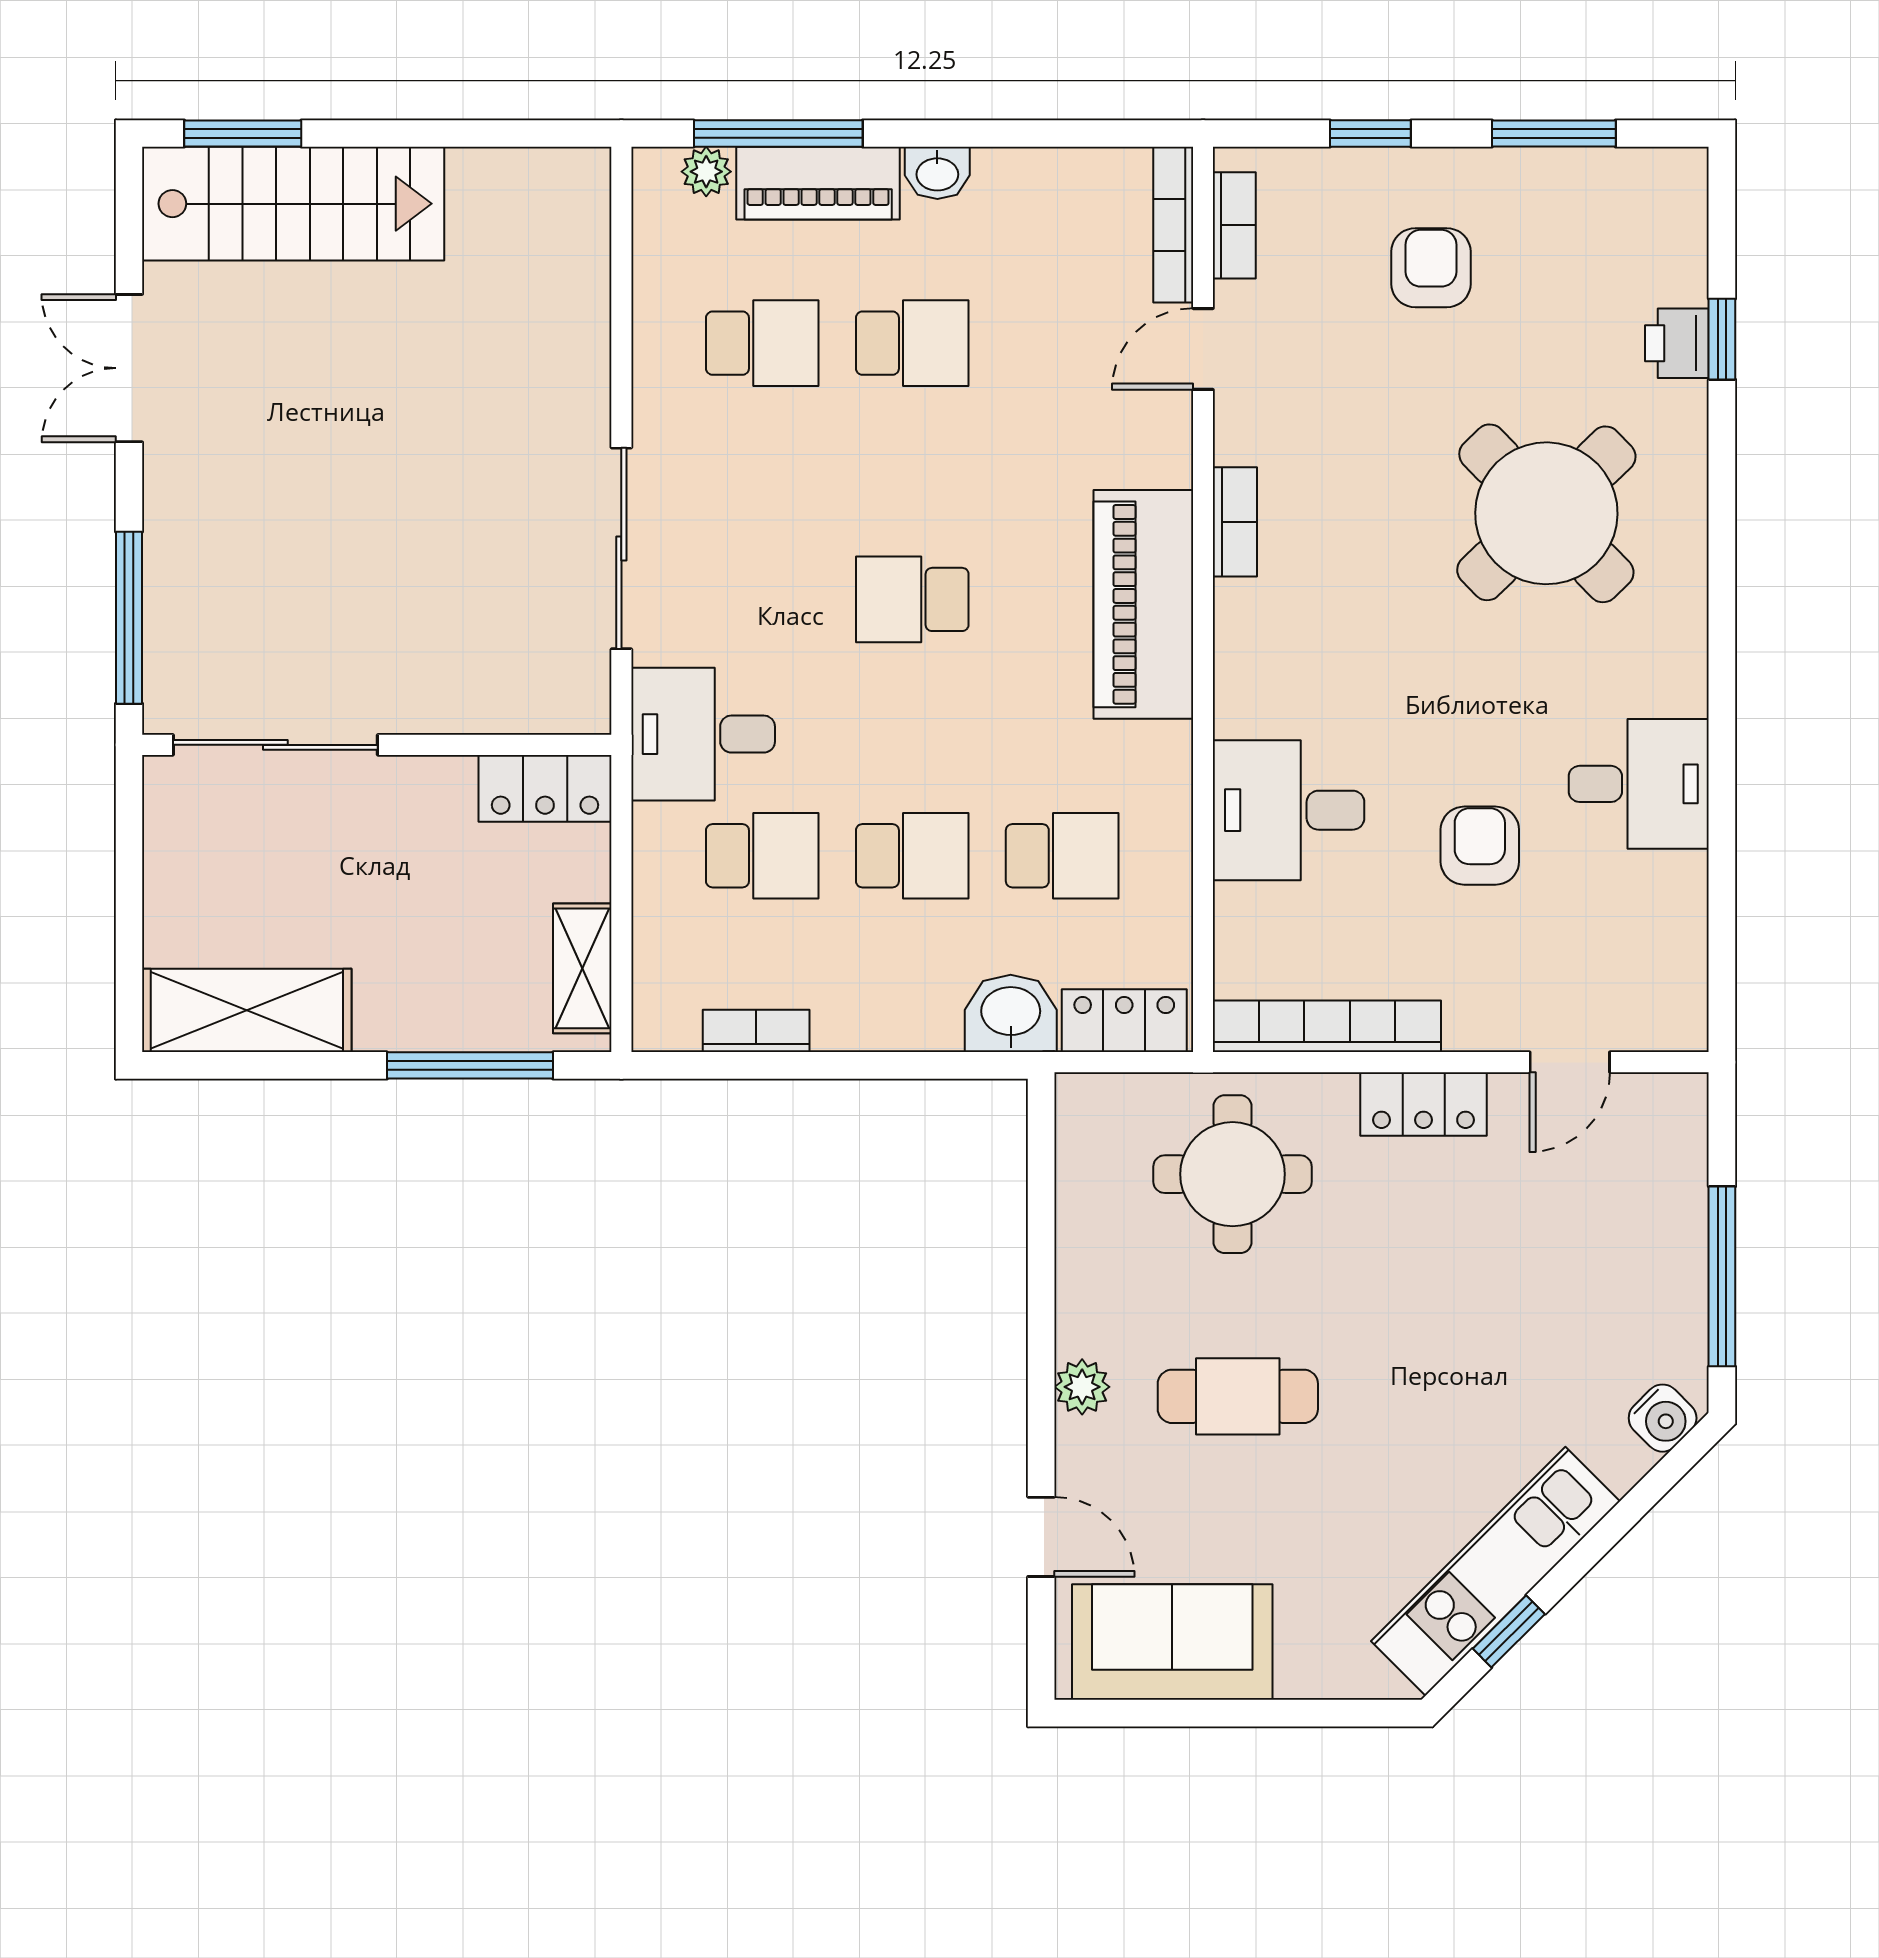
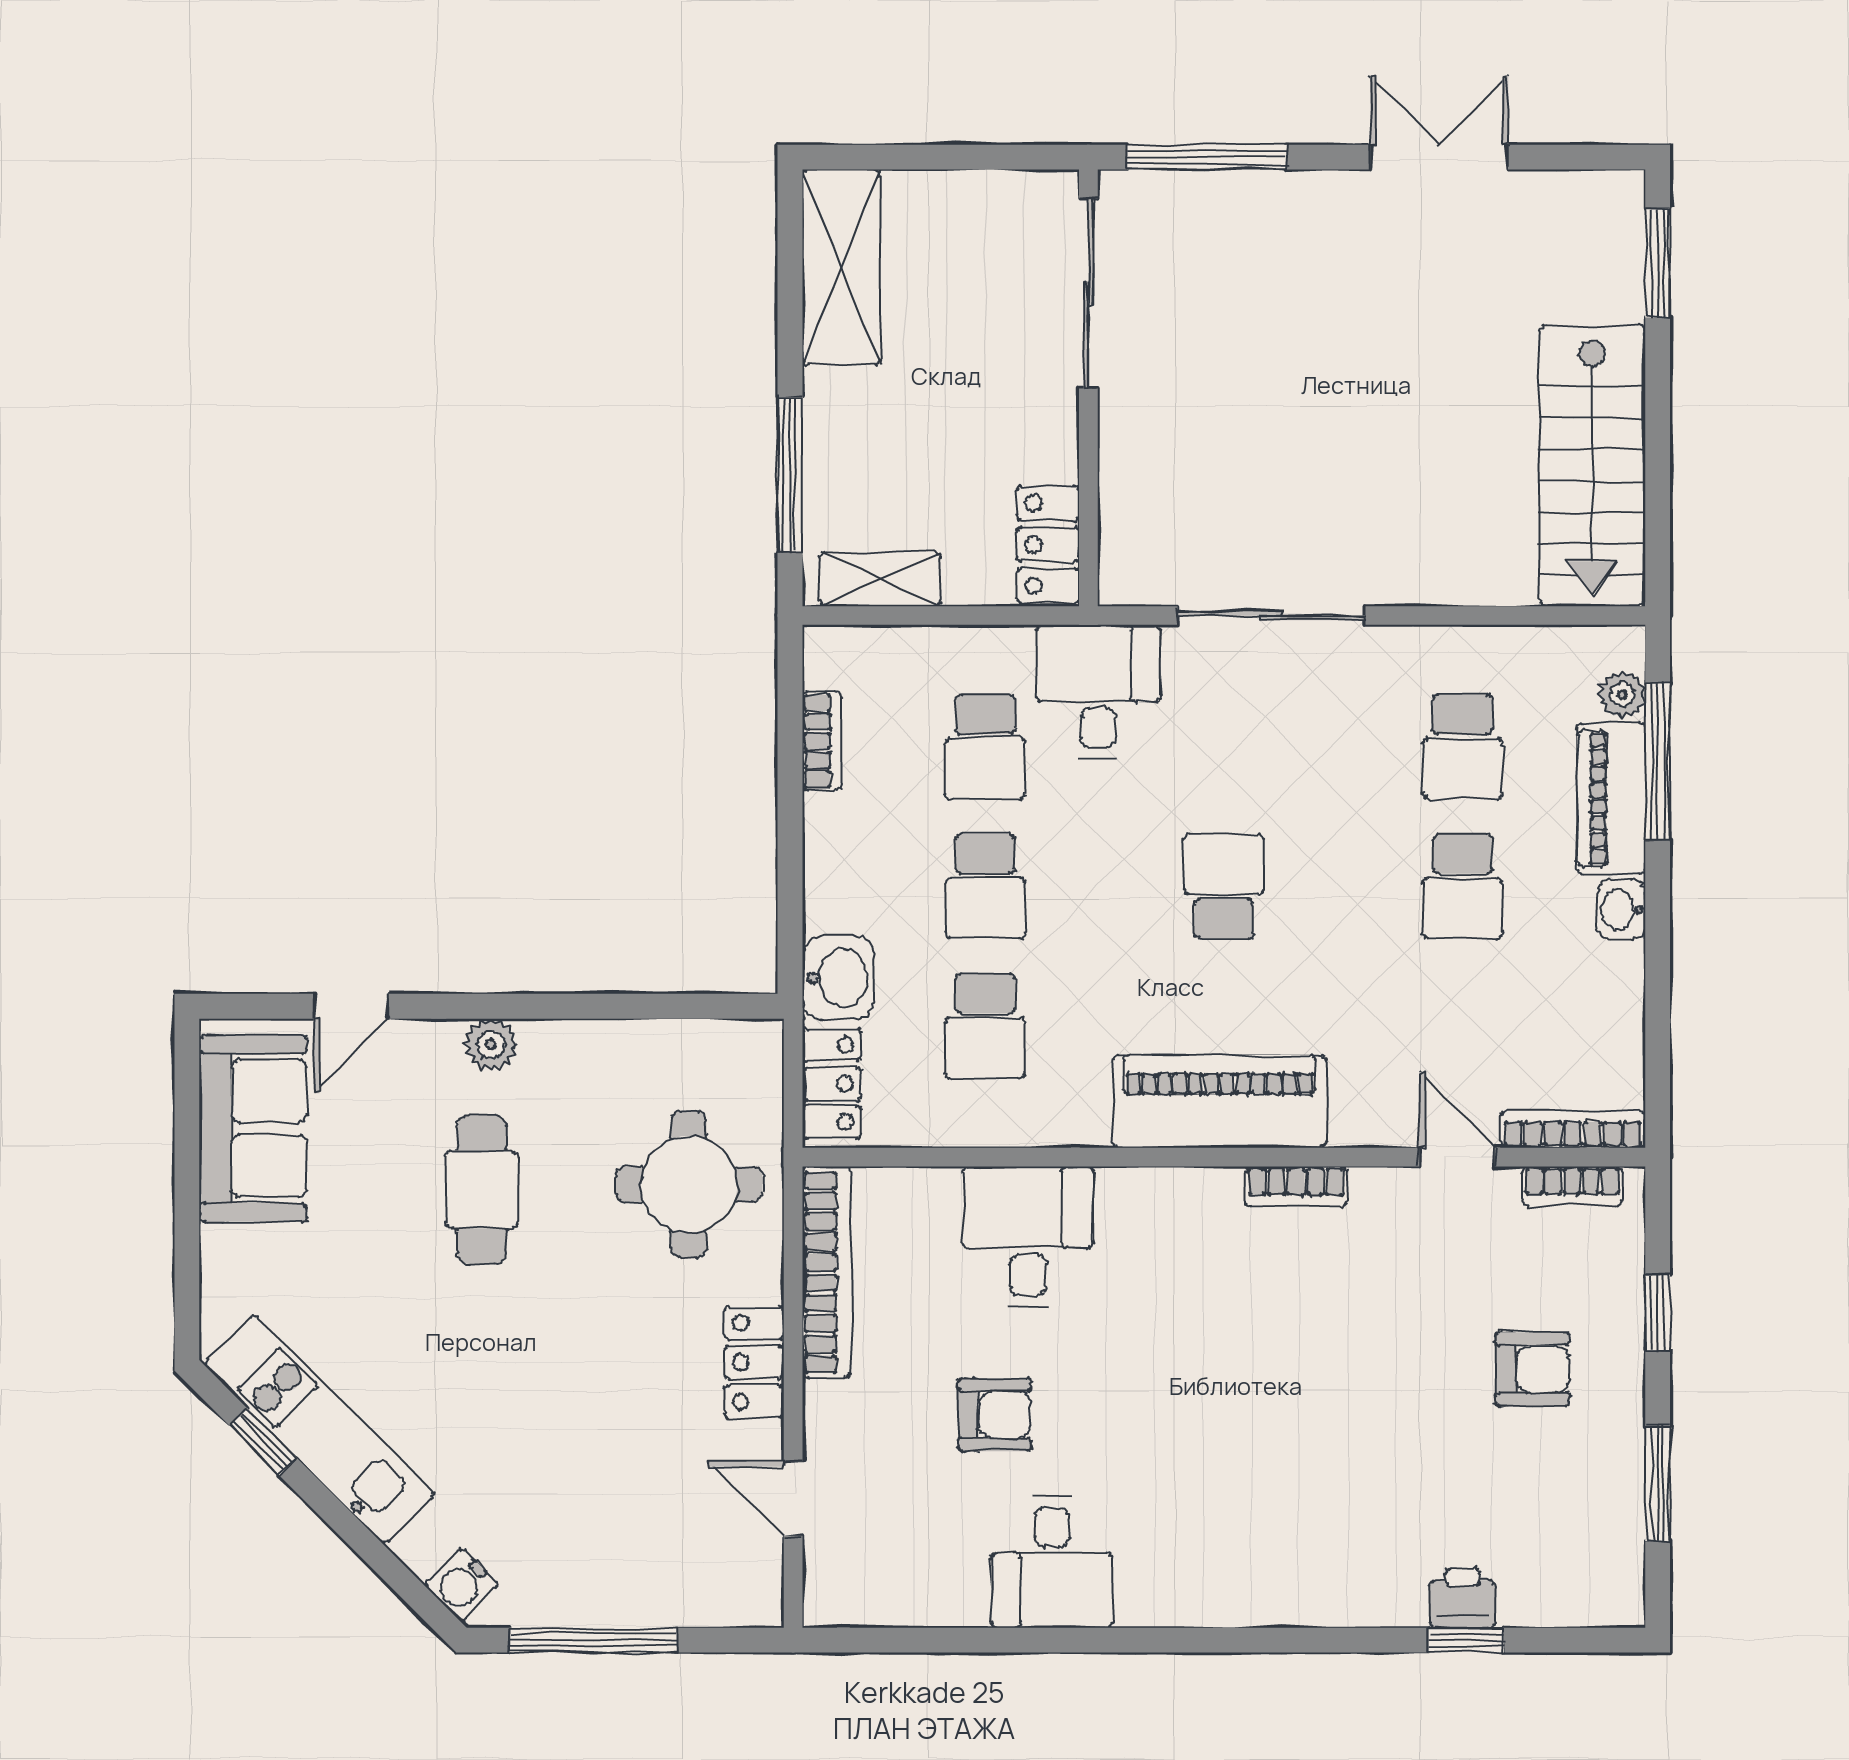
stairs: (293, 204) -> (1592, 466), moved
round table: (1546, 513) -> (1304, 1477), removed

